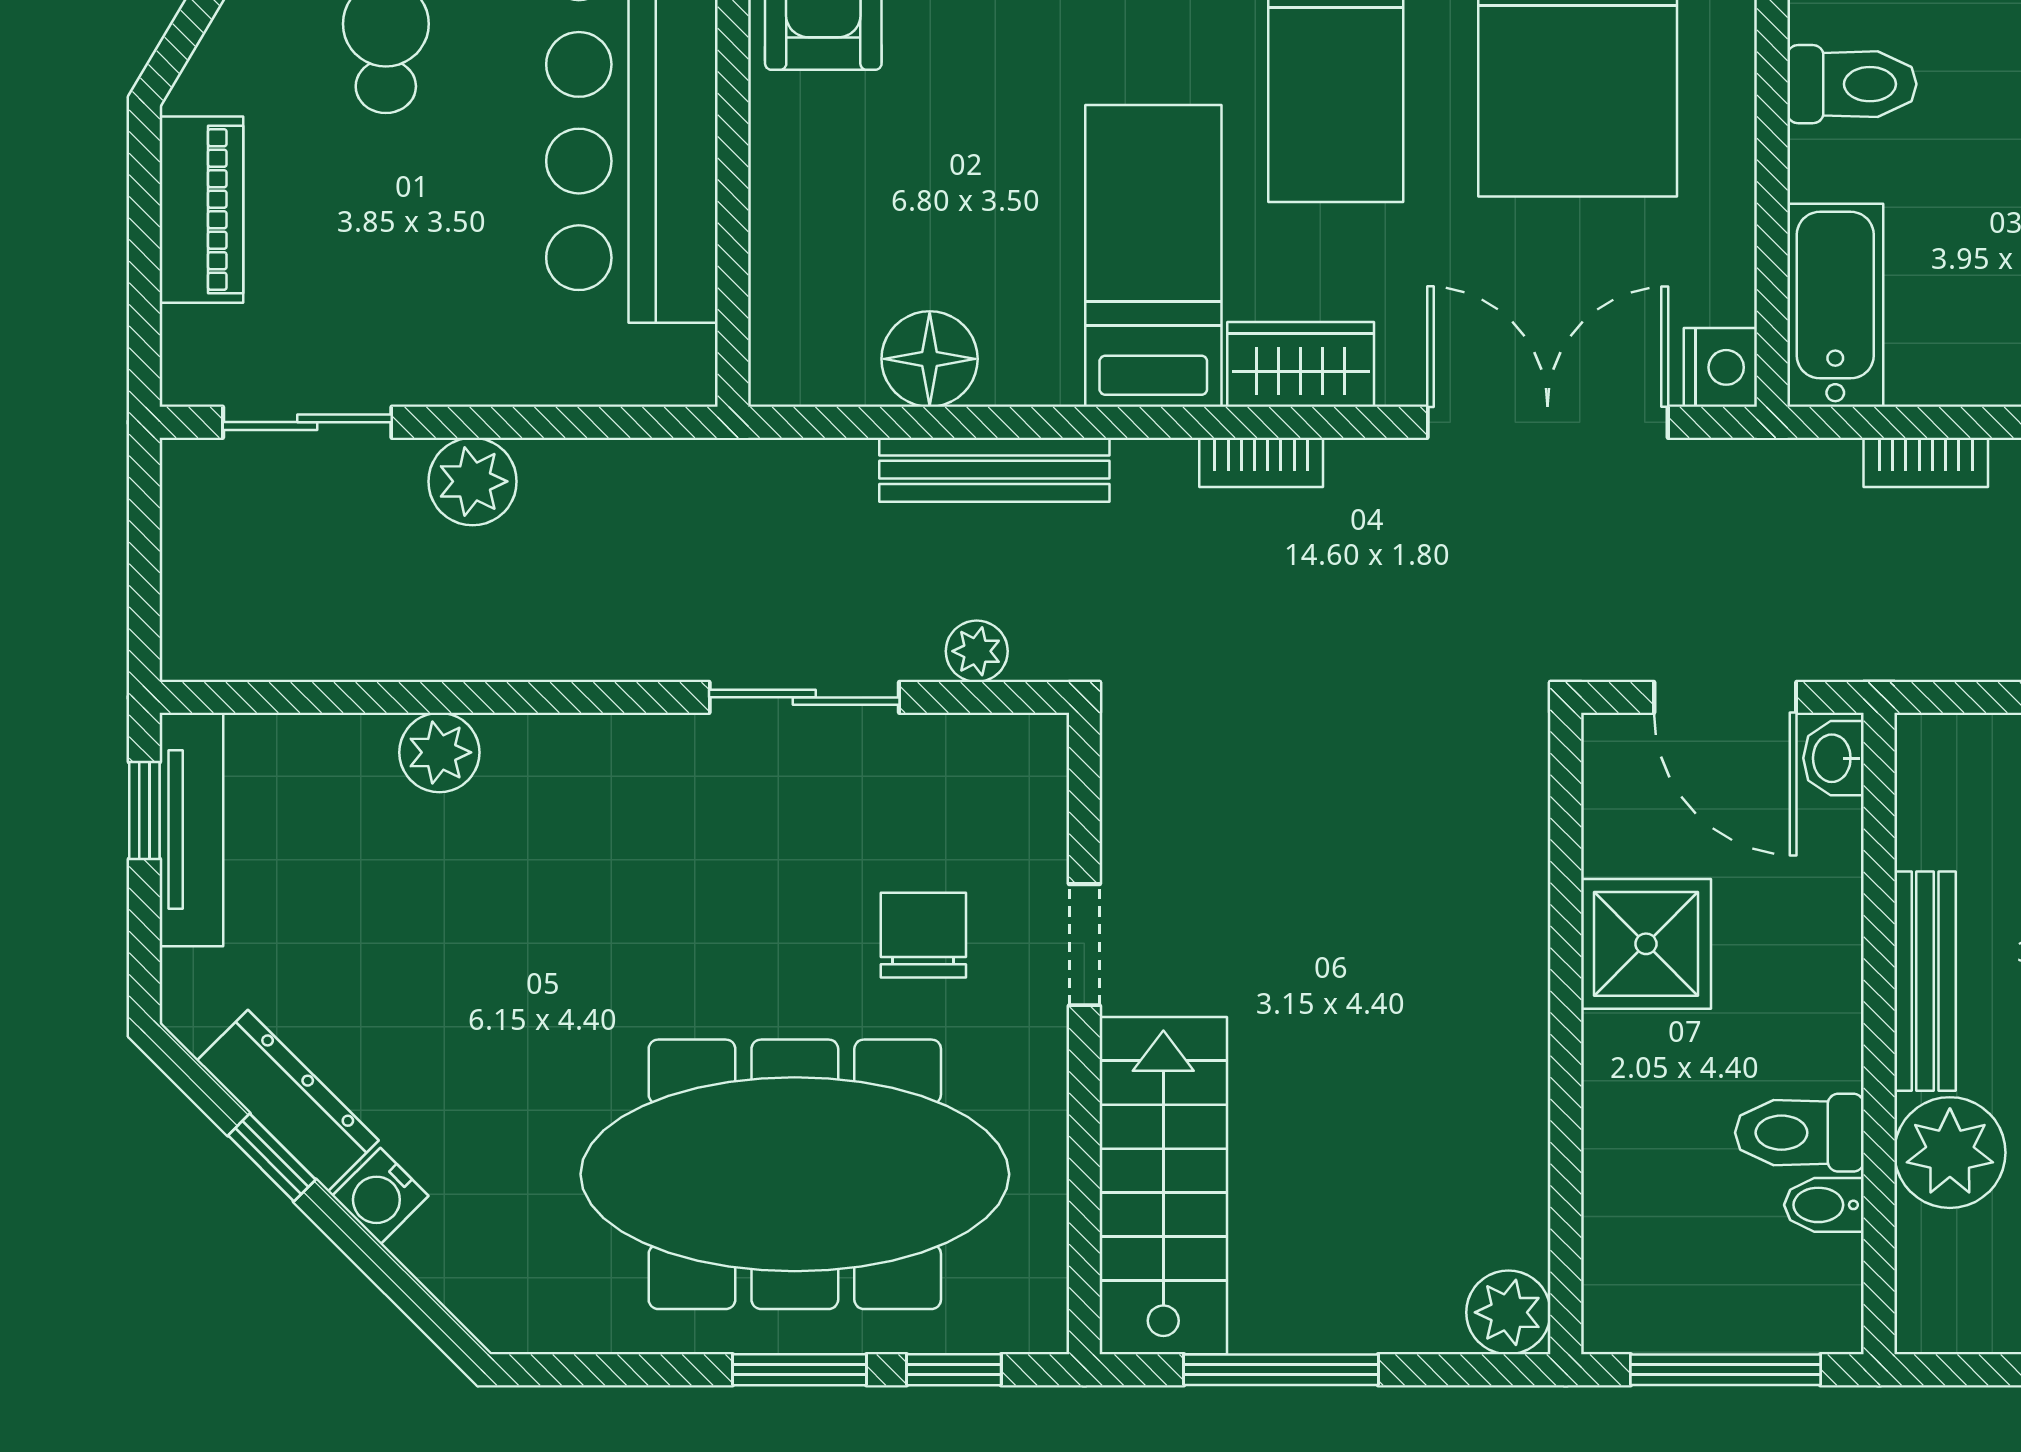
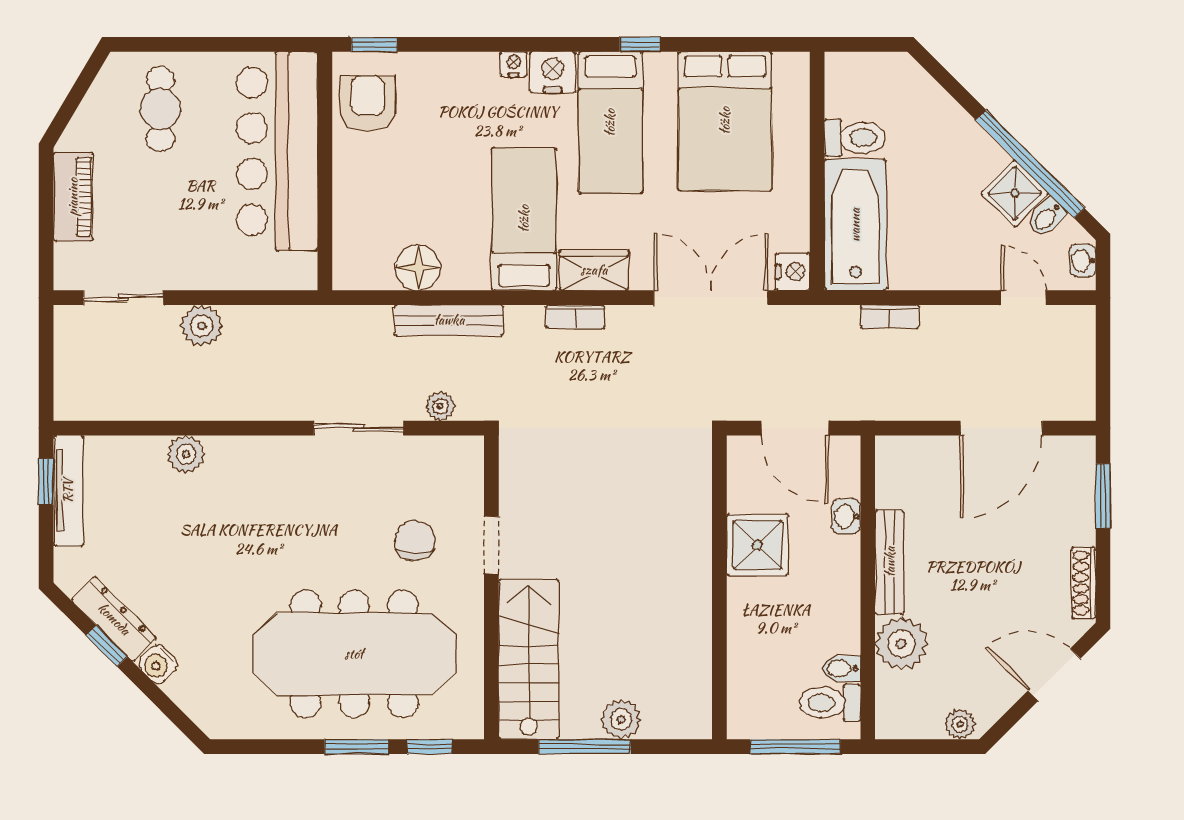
bathtub: (1835, 305) -> (855, 225), width x1.36, depth x1.36
washbasin: (1834, 758) -> (846, 516), moved
toilet: (1799, 1133) -> (830, 703), moved
plant: (1508, 1312) -> (621, 719), moved

